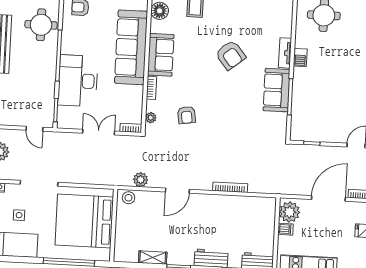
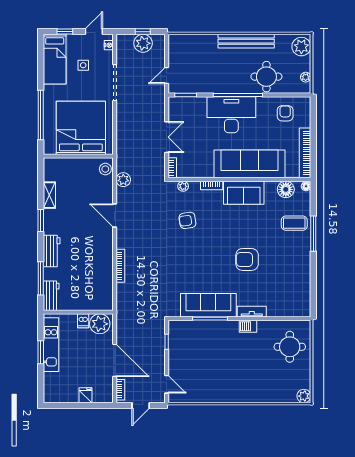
armchair: (231, 55) -> (247, 259), turned 39
desk: (78, 81) -> (231, 115), moved
sofa: (277, 90) -> (208, 305), width x1.36

